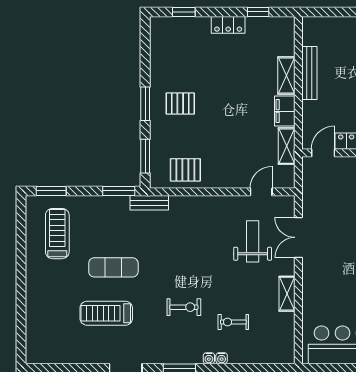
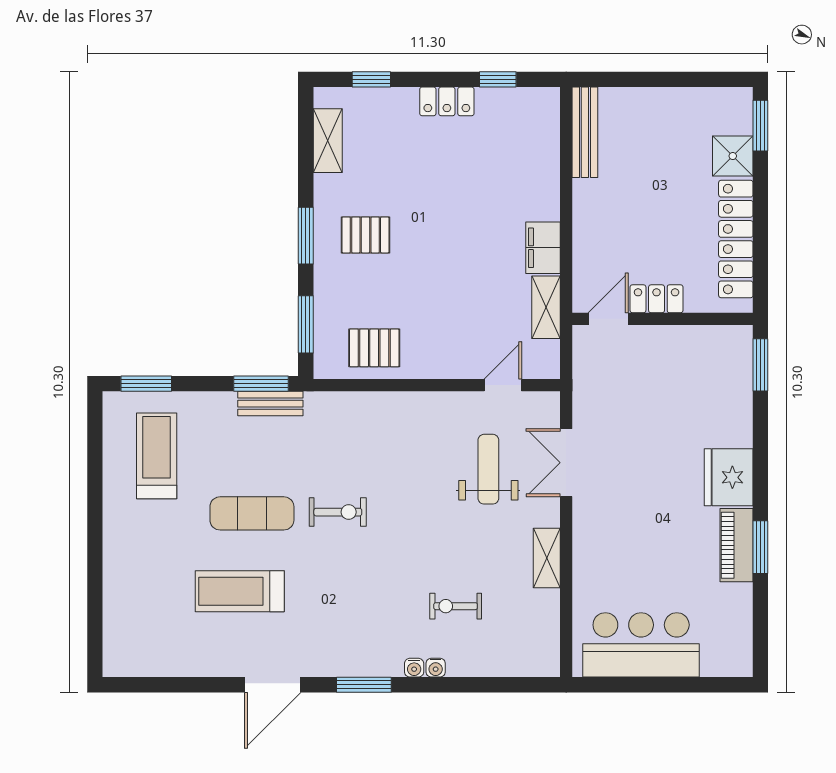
bench: (309, 73) -> (585, 132), moved
shelving: (286, 76) -> (328, 141), moved
bench: (149, 203) -> (270, 404), moved
exercise bike: (184, 307) -> (338, 512), moved

